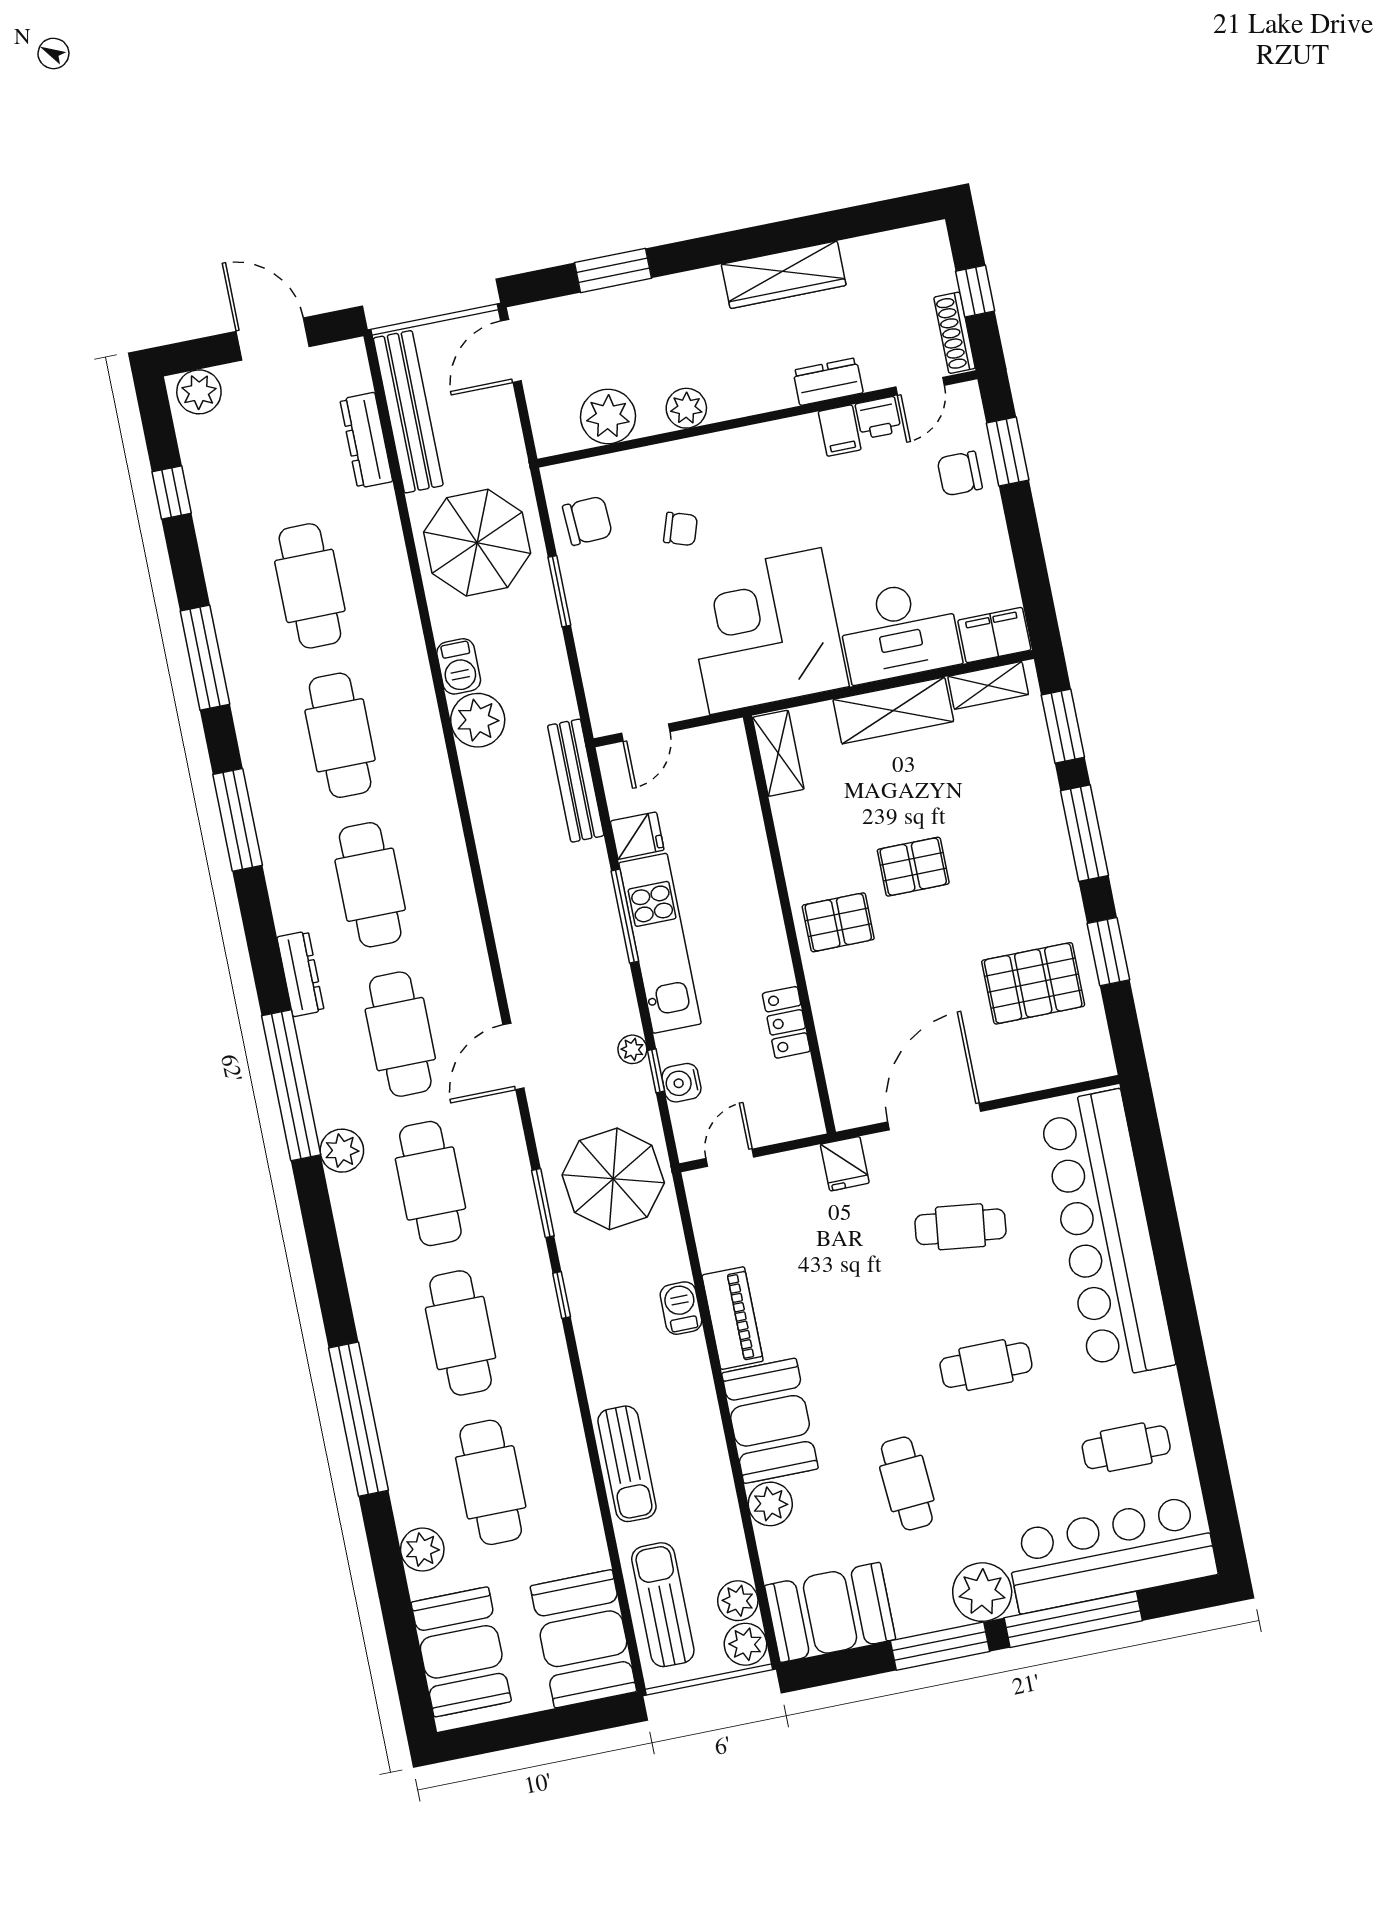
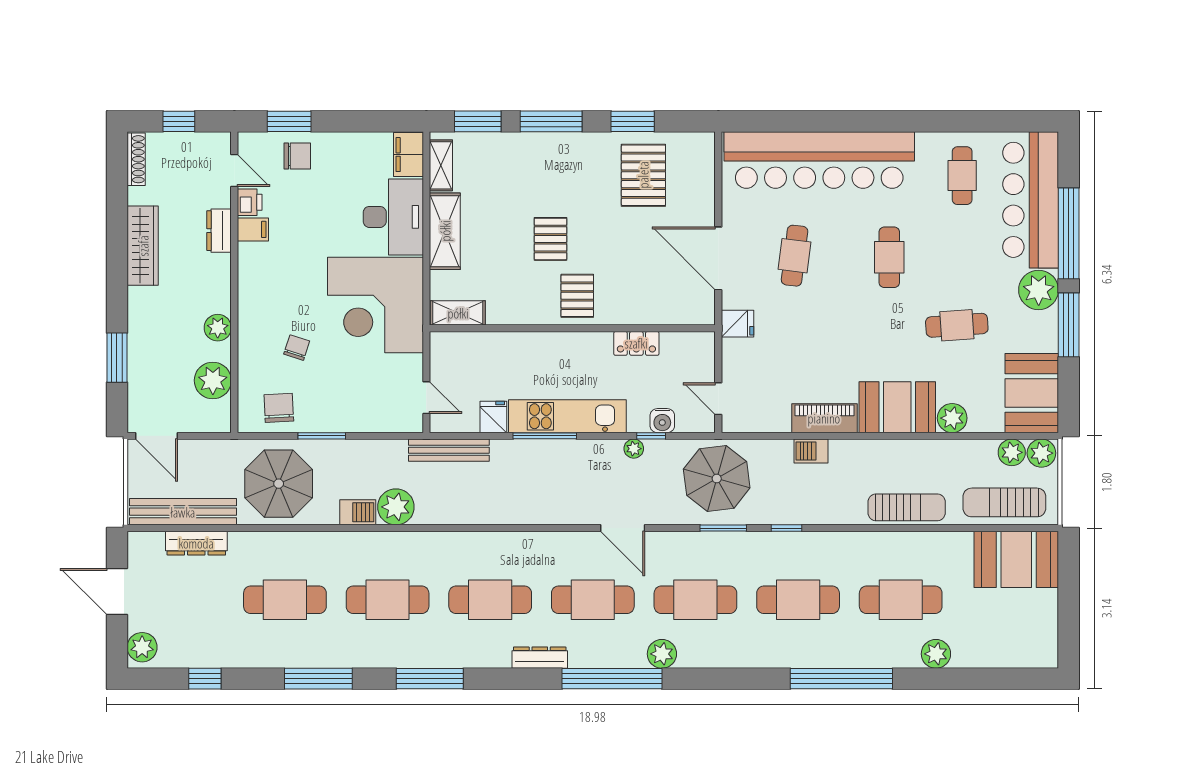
shoe rack: (954, 333) -> (136, 159), moved, turned -90
door: (273, 339) -> (117, 592), hinge flipped
chair: (960, 473) -> (297, 156), turned -90
booth: (461, 1652) -> (1009, 642), removed

